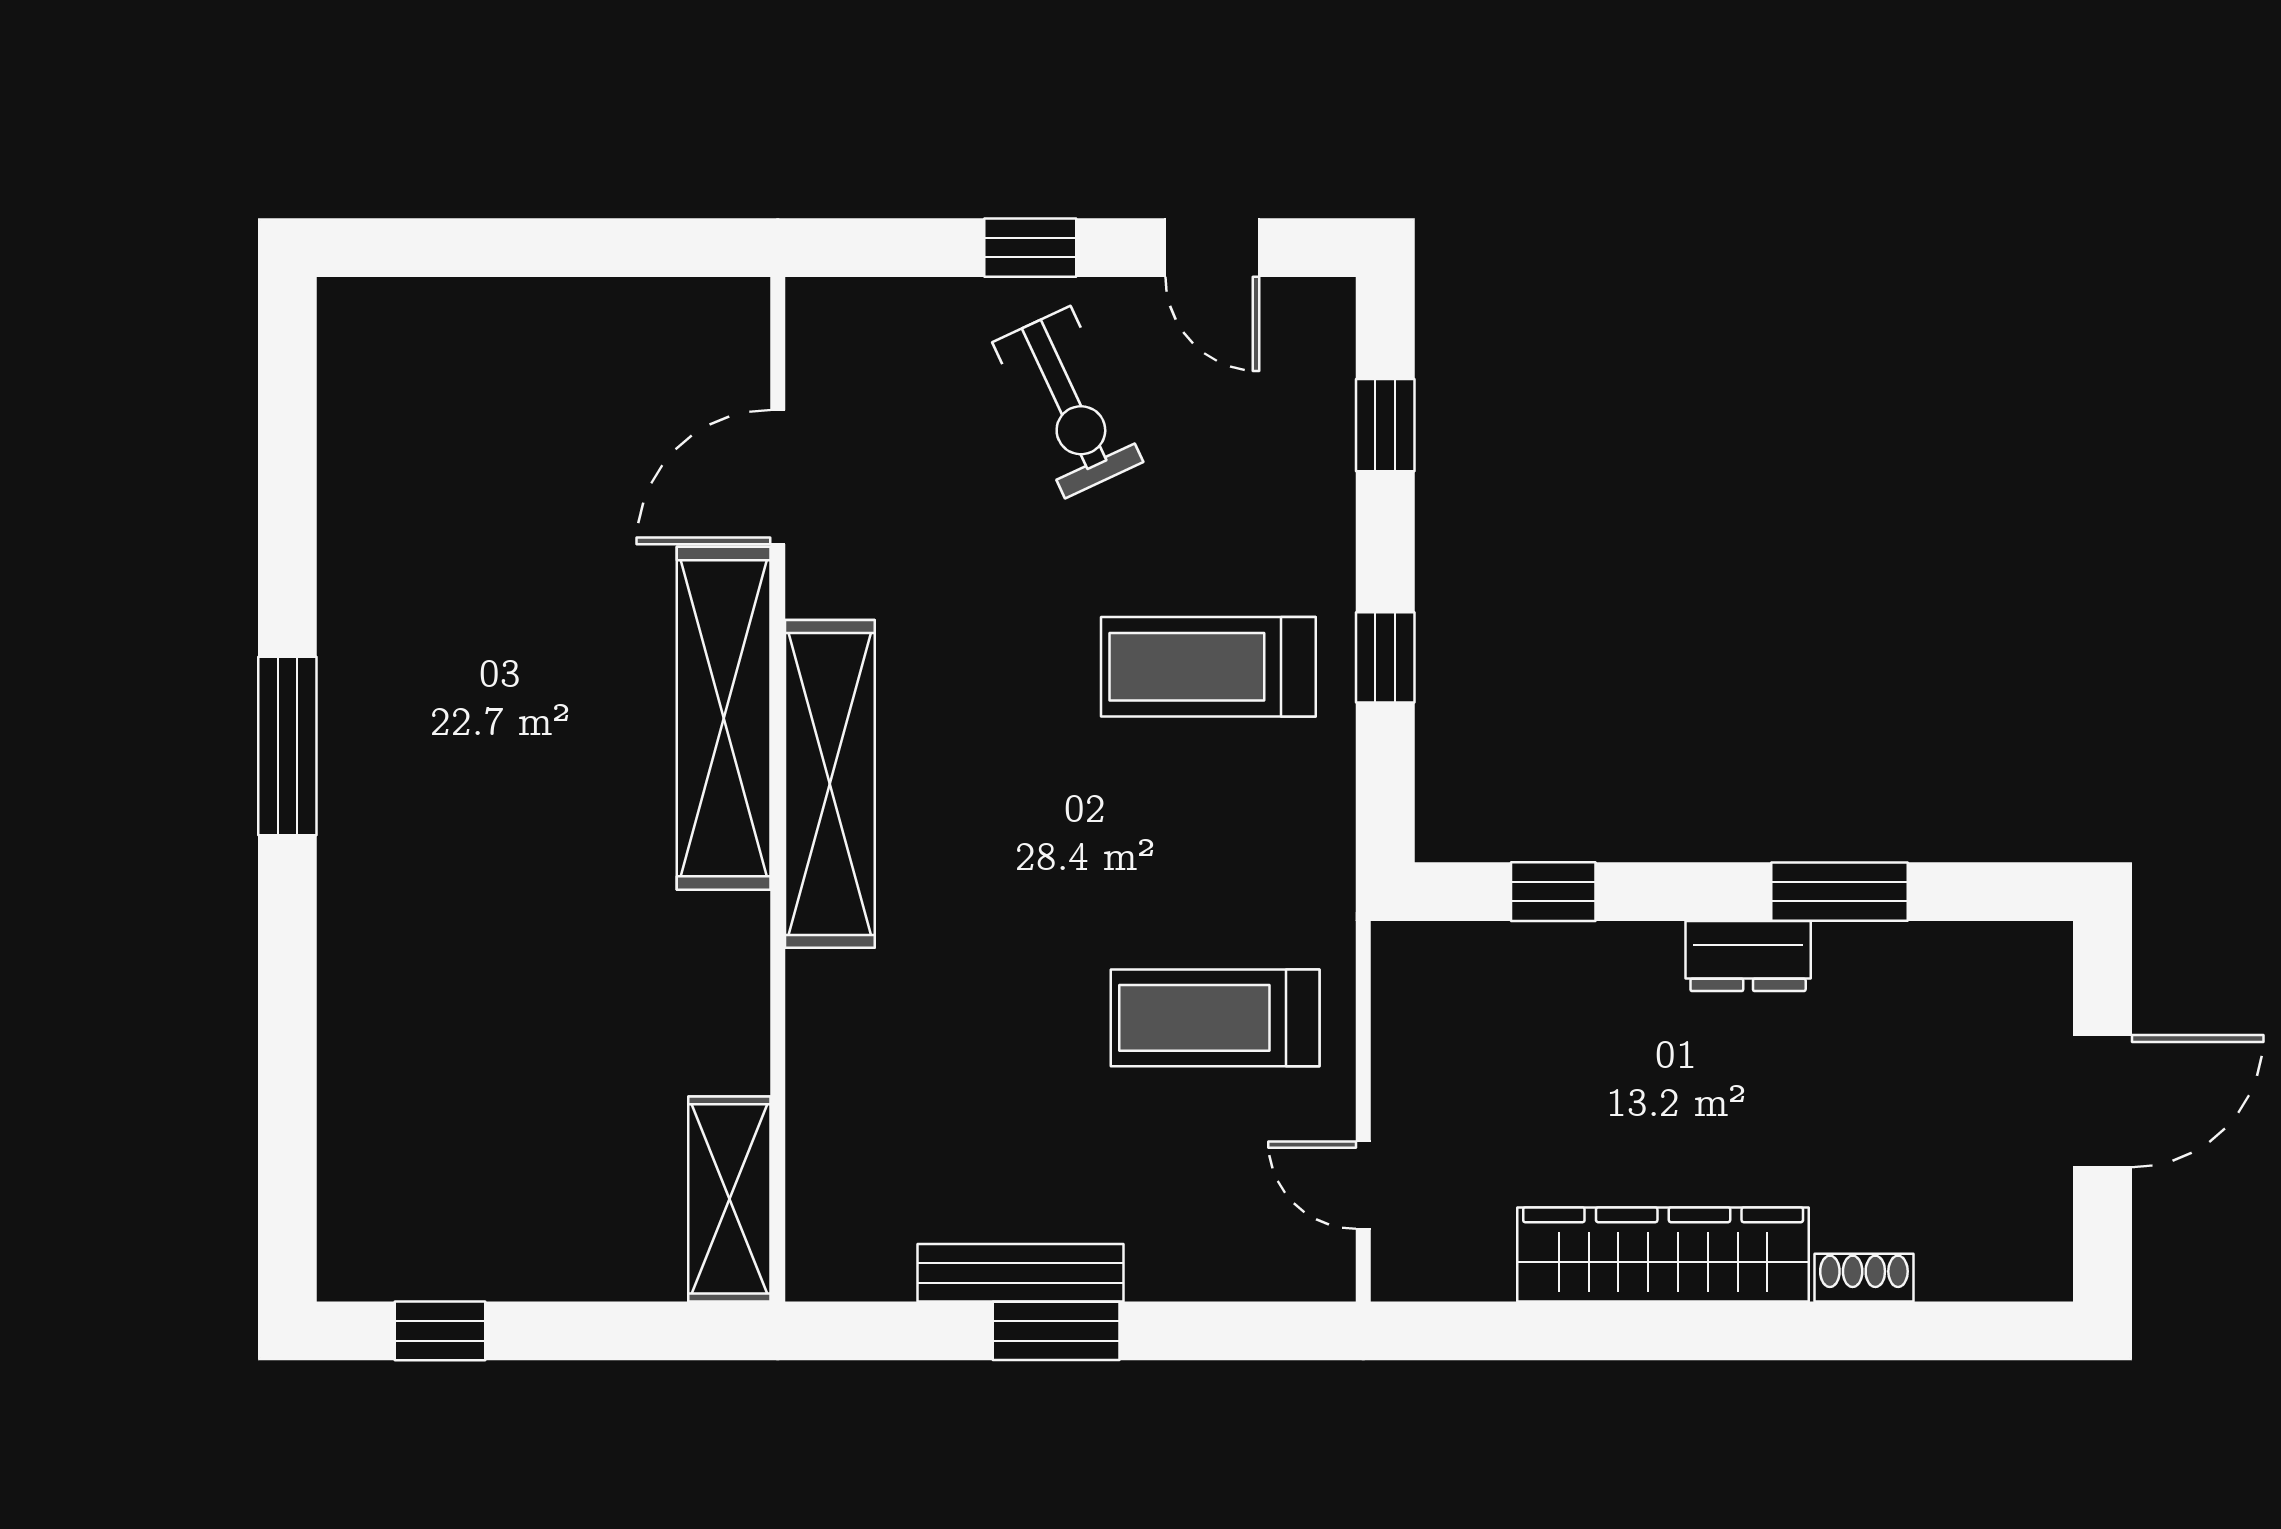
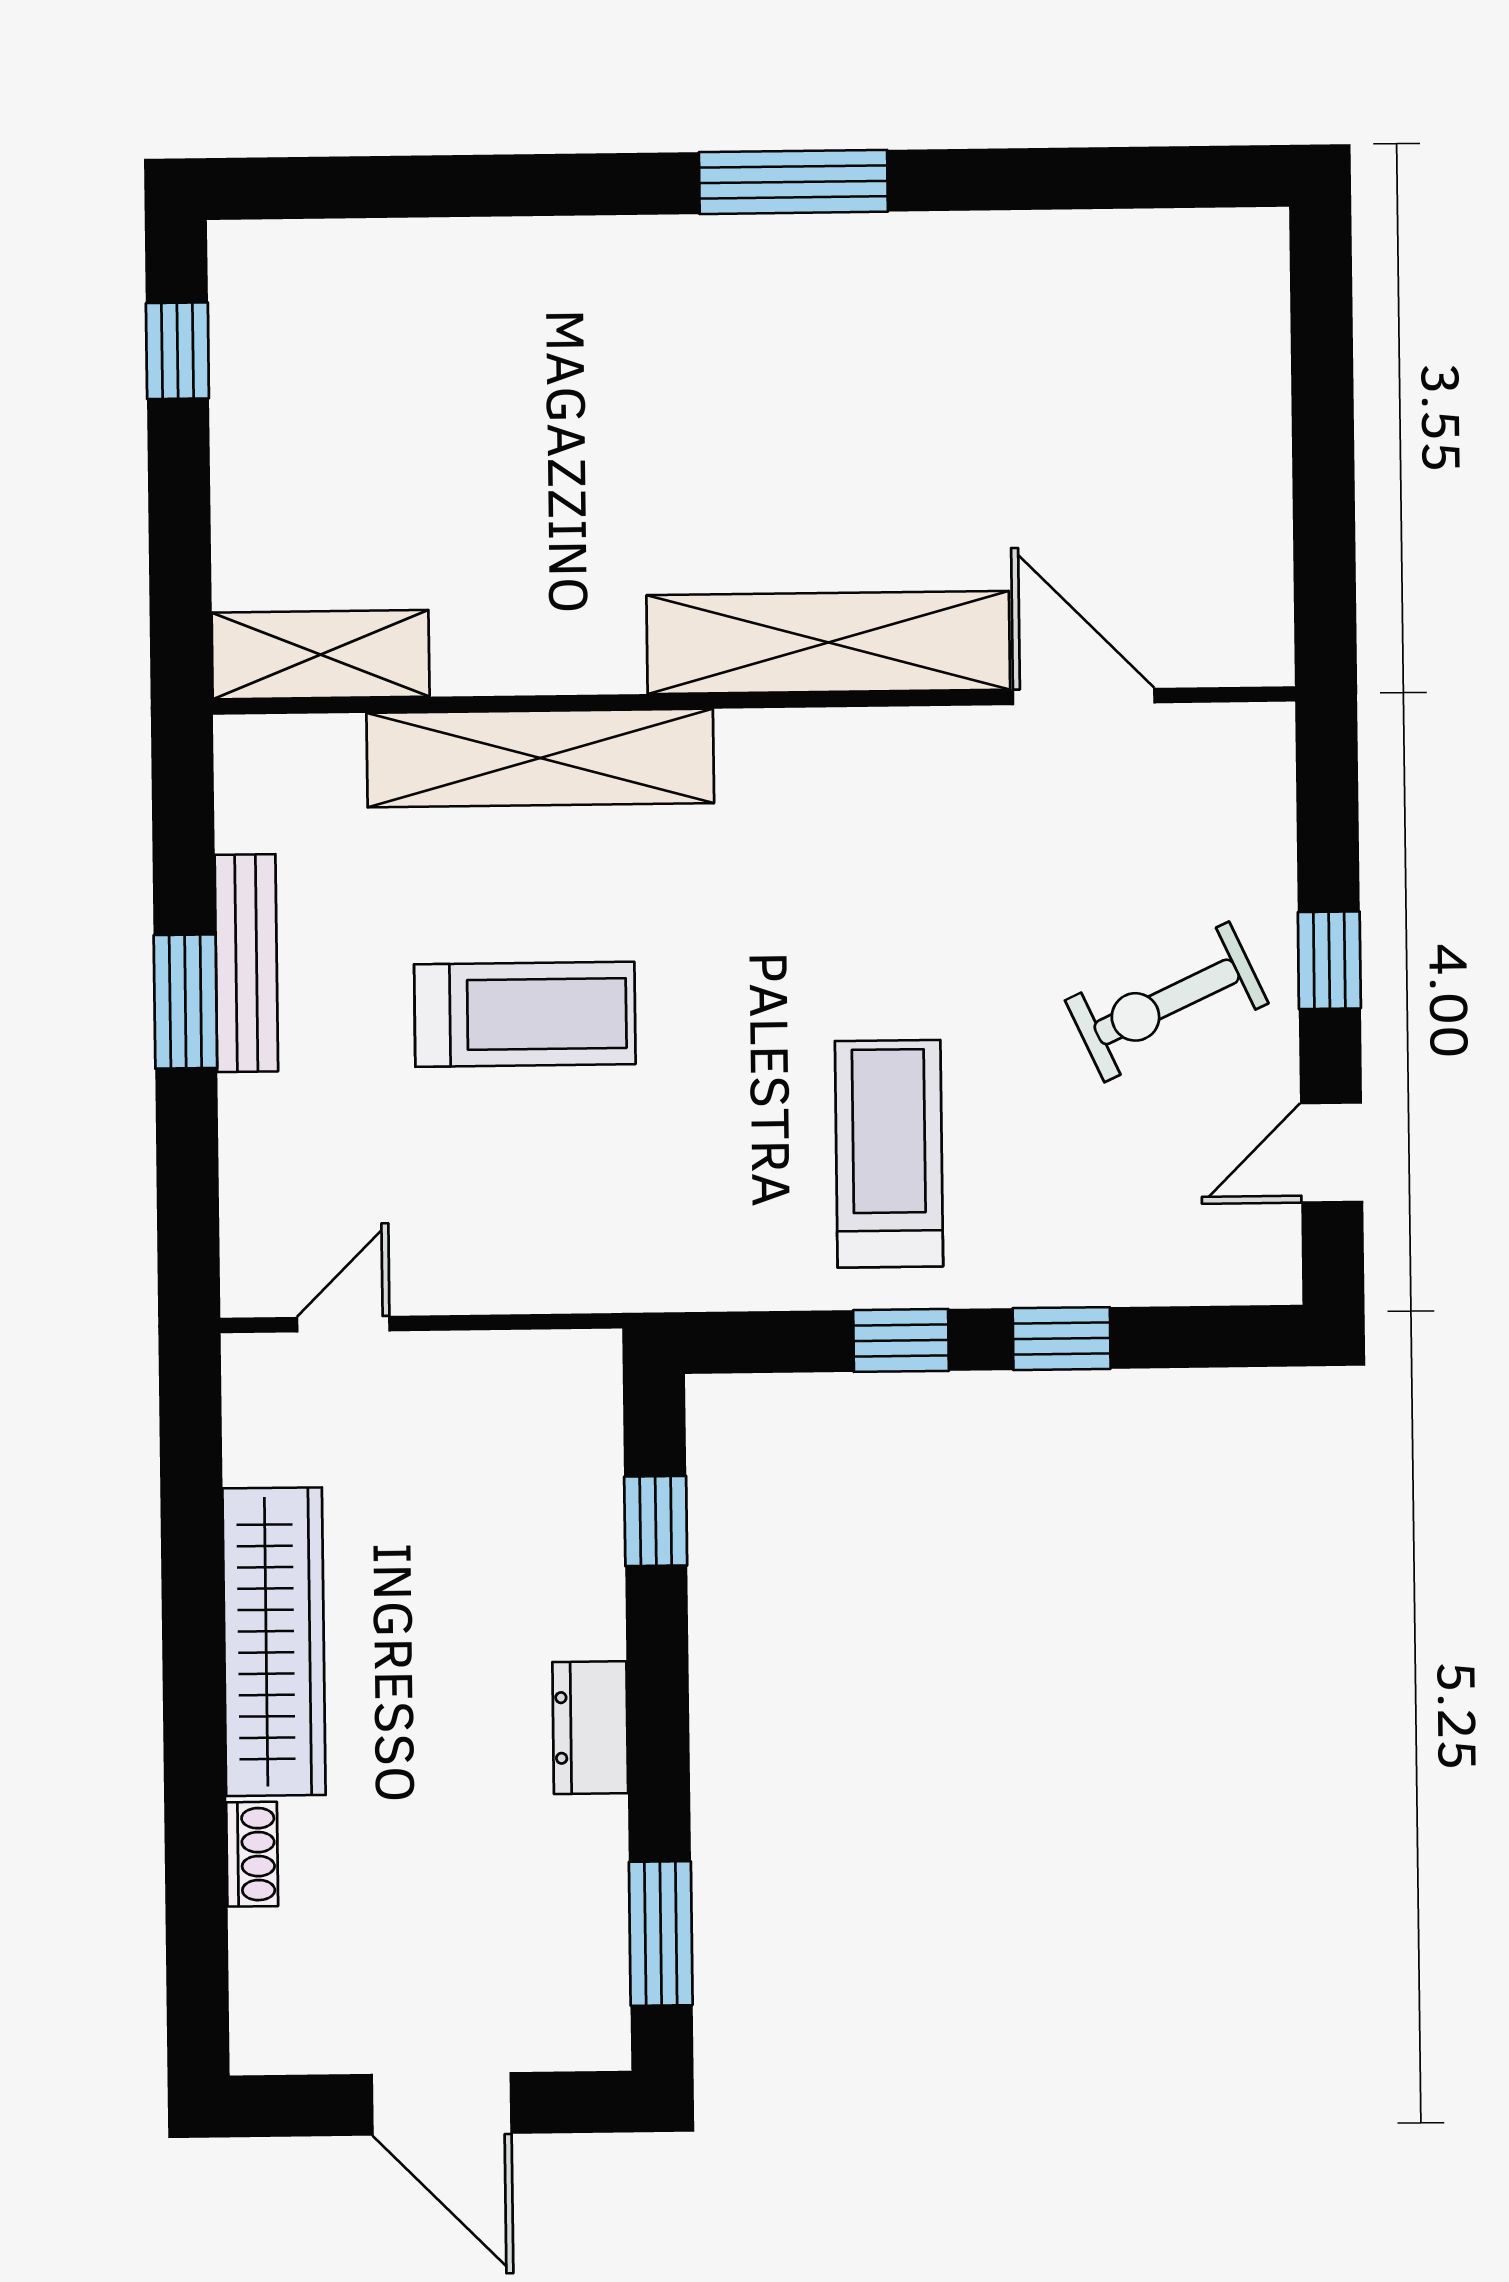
window: (1385, 425) -> (1062, 1339), moved
shelving: (830, 784) -> (540, 758), moved
window: (1839, 892) -> (661, 1934), moved
treadmill: (1215, 1018) -> (525, 1014), moved, turned 90

